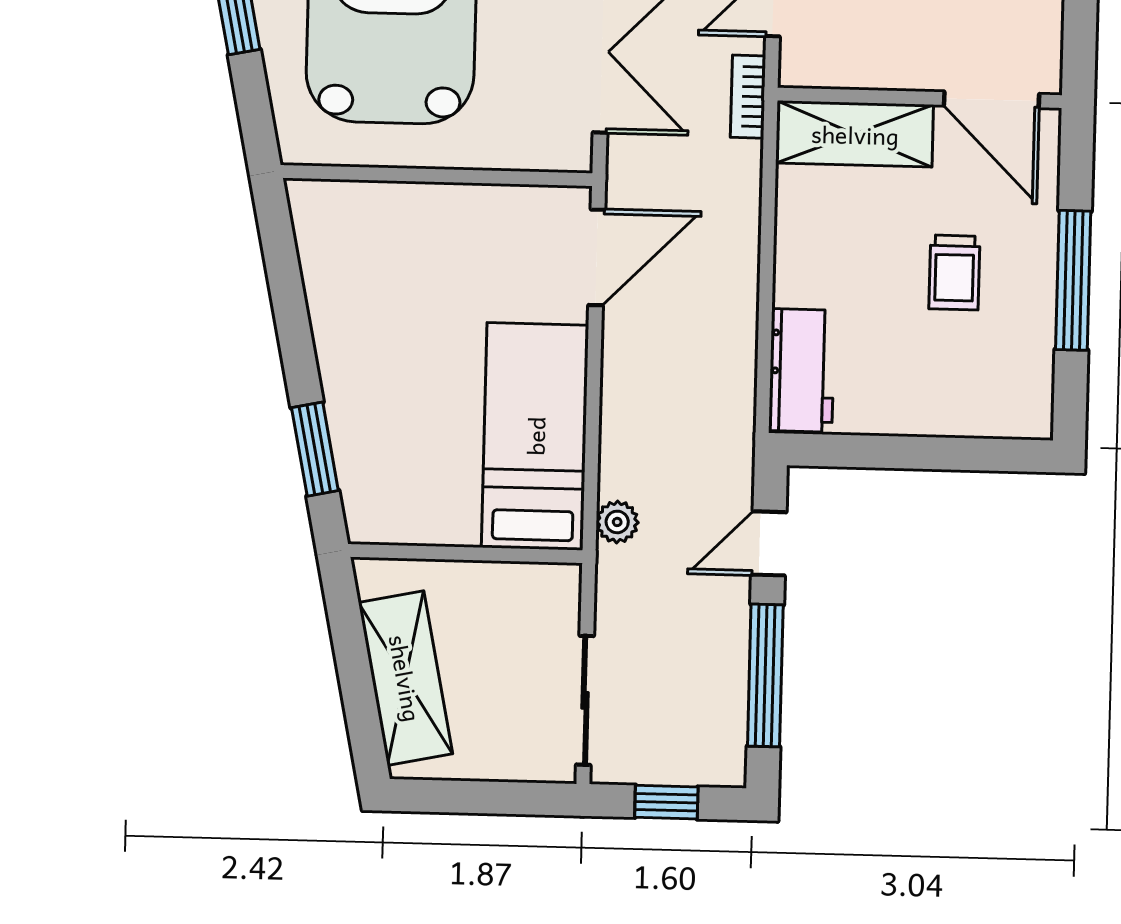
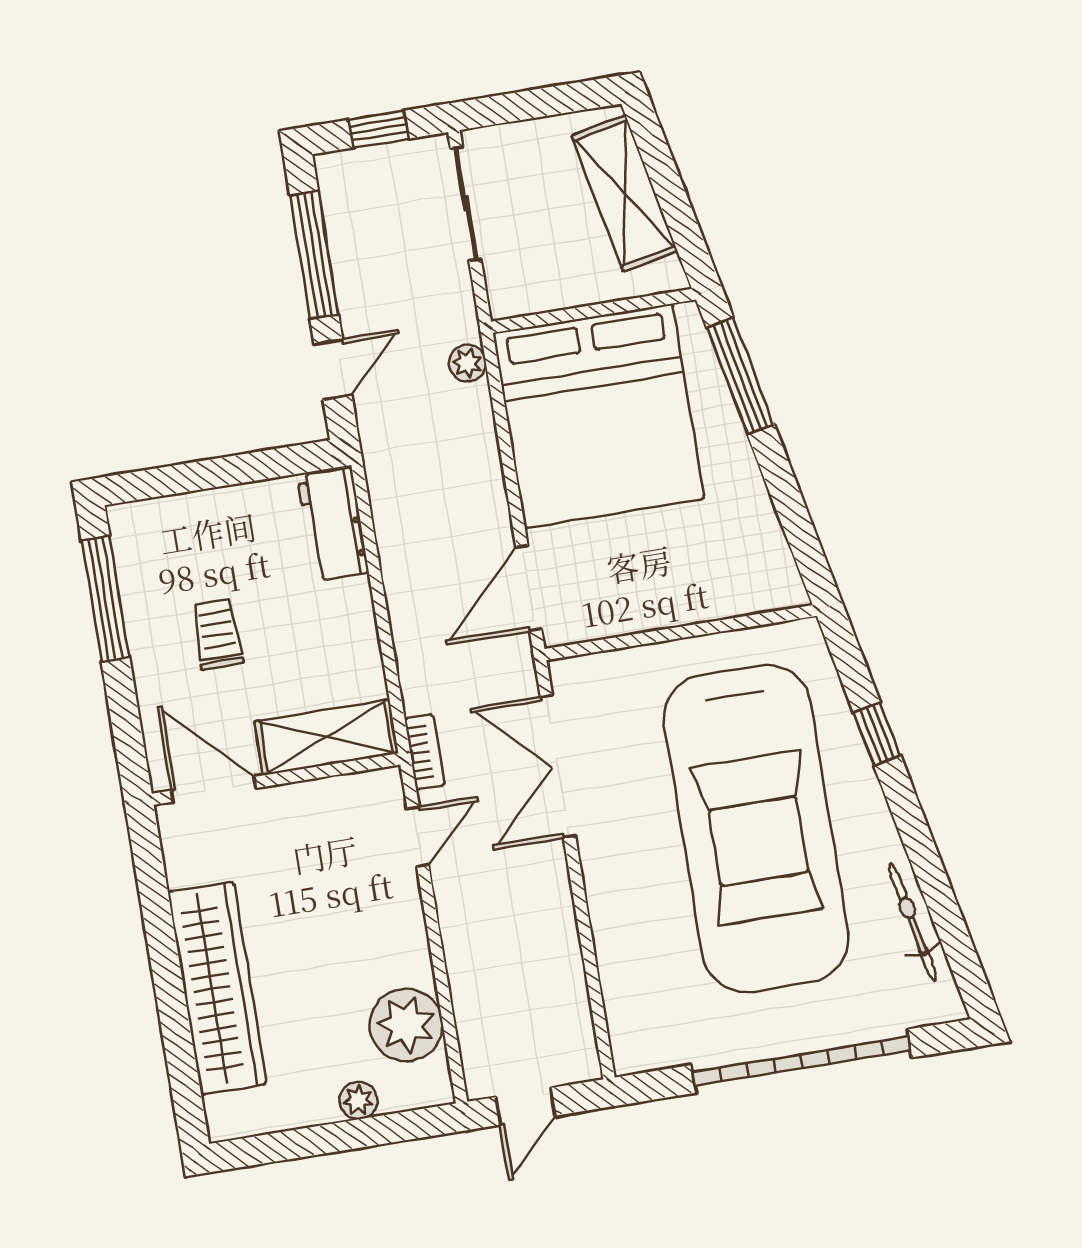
window: (1073, 280) -> (106, 599), moved
bed: (535, 436) -> (598, 416), width x2.04
window: (315, 449) -> (740, 376), width x1.44

